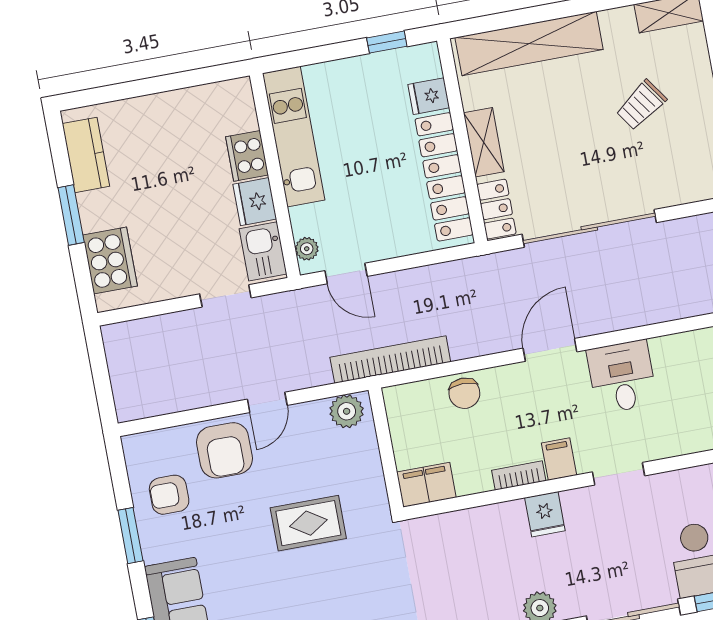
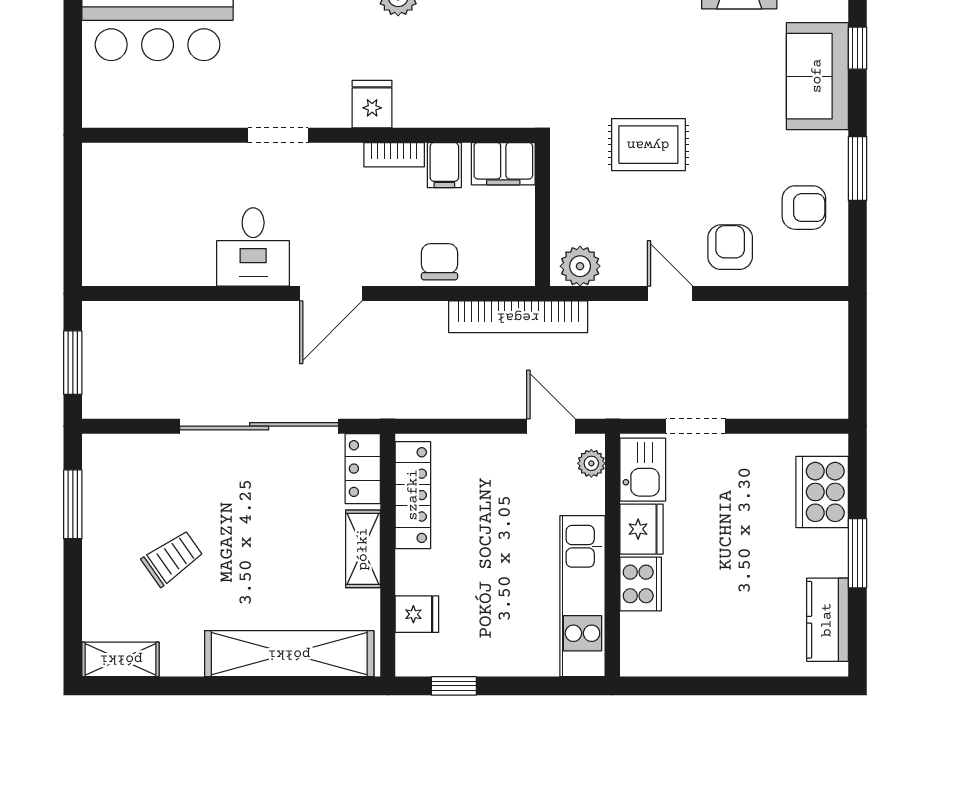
locker: (444, 177) -> (413, 495), width x0.71, depth x0.83
door: (267, 402) -> (670, 294), hinge flipped
armchair: (224, 450) -> (730, 247), width x0.72, depth x0.72
filing cabinet: (559, 459) -> (444, 165), moved

